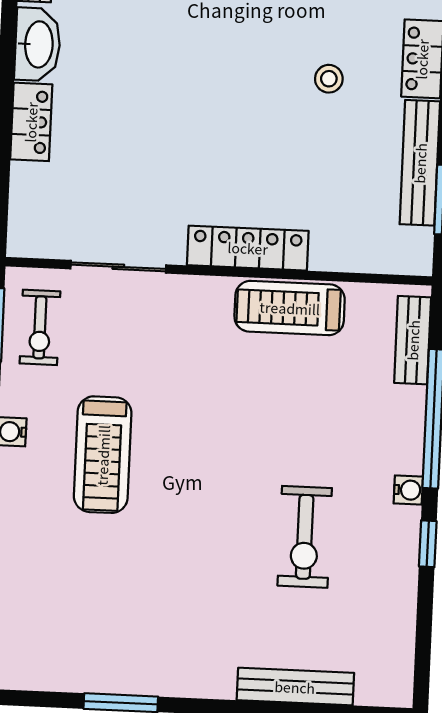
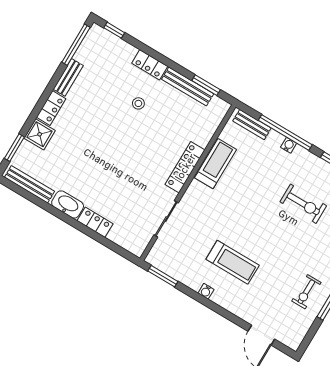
treadmill: (290, 308) -> (216, 164), turned 180
exercise bike: (40, 327) -> (306, 292), moved, turned 90
water cooler: (408, 490) -> (289, 145), moved

